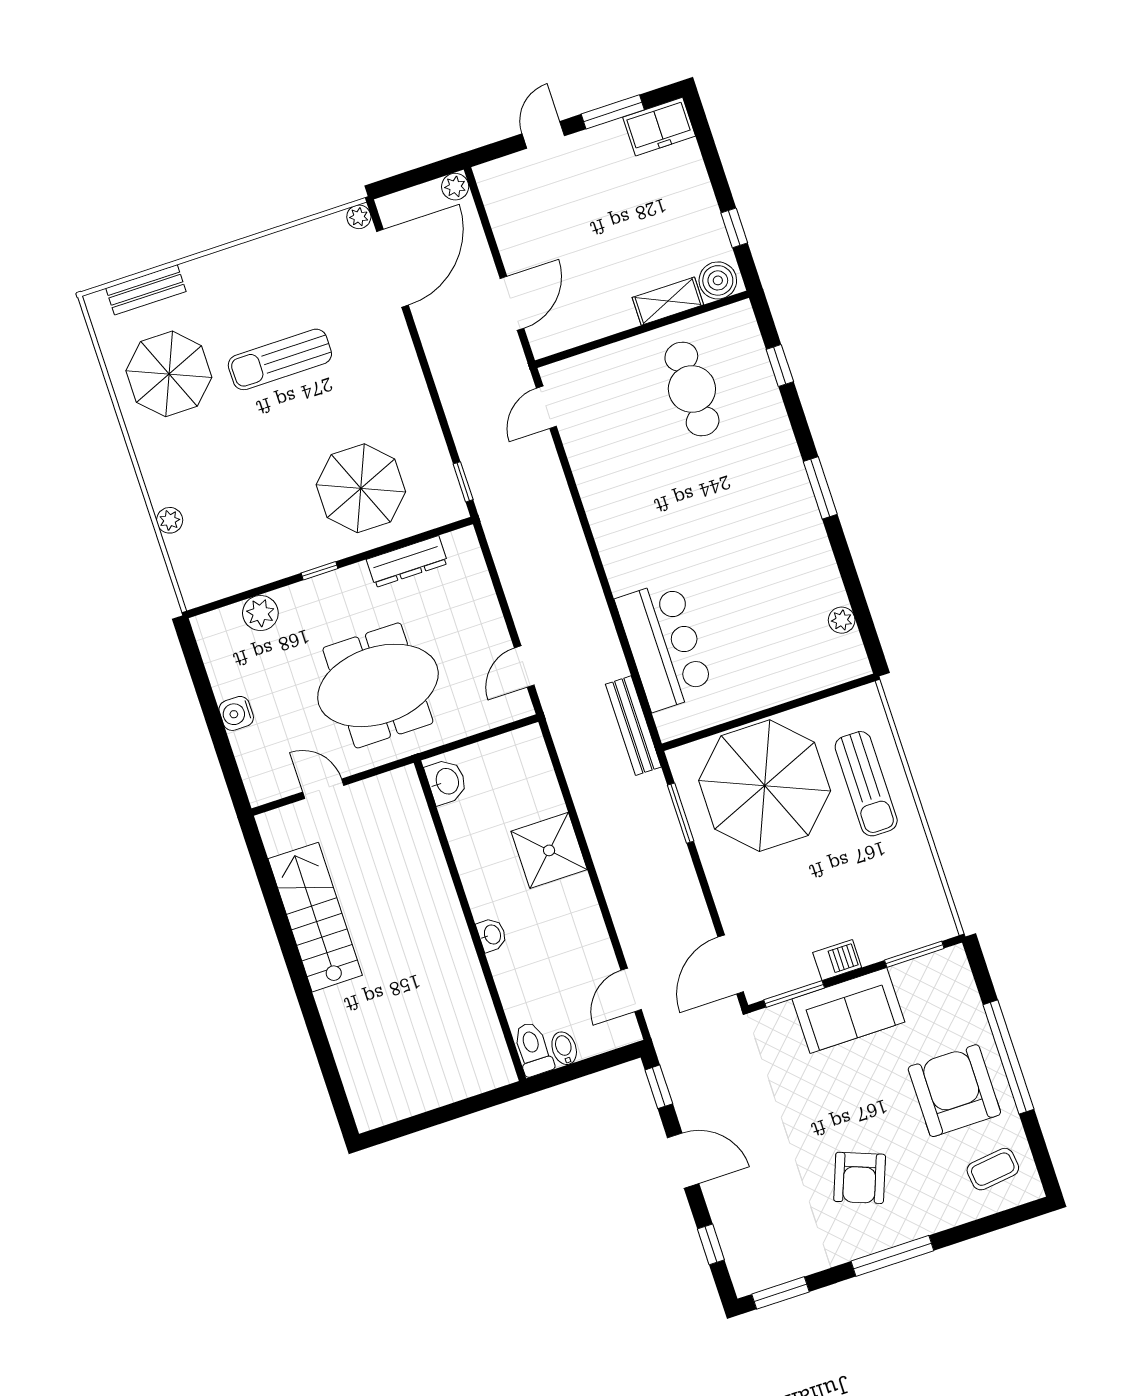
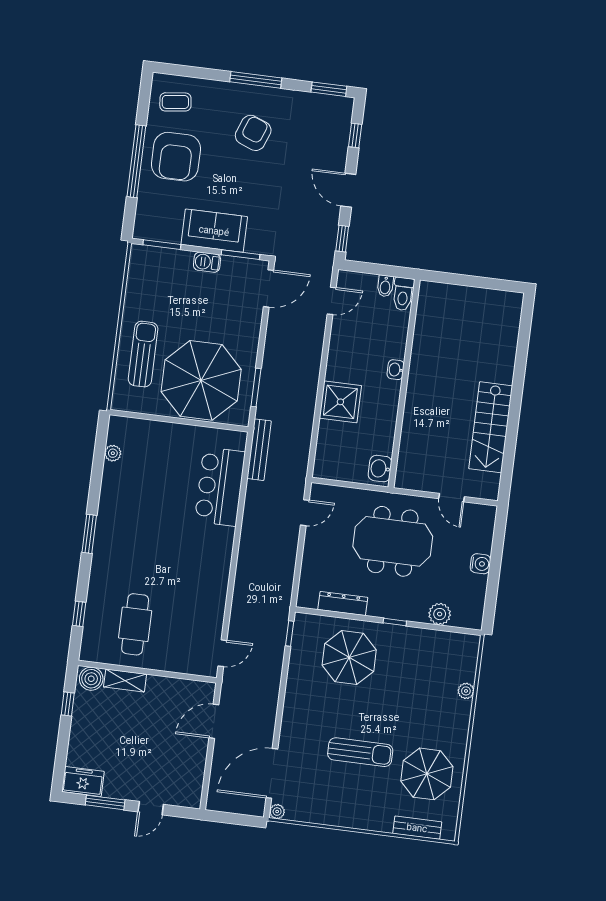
plant: (455, 187) -> (214, 803), removed

